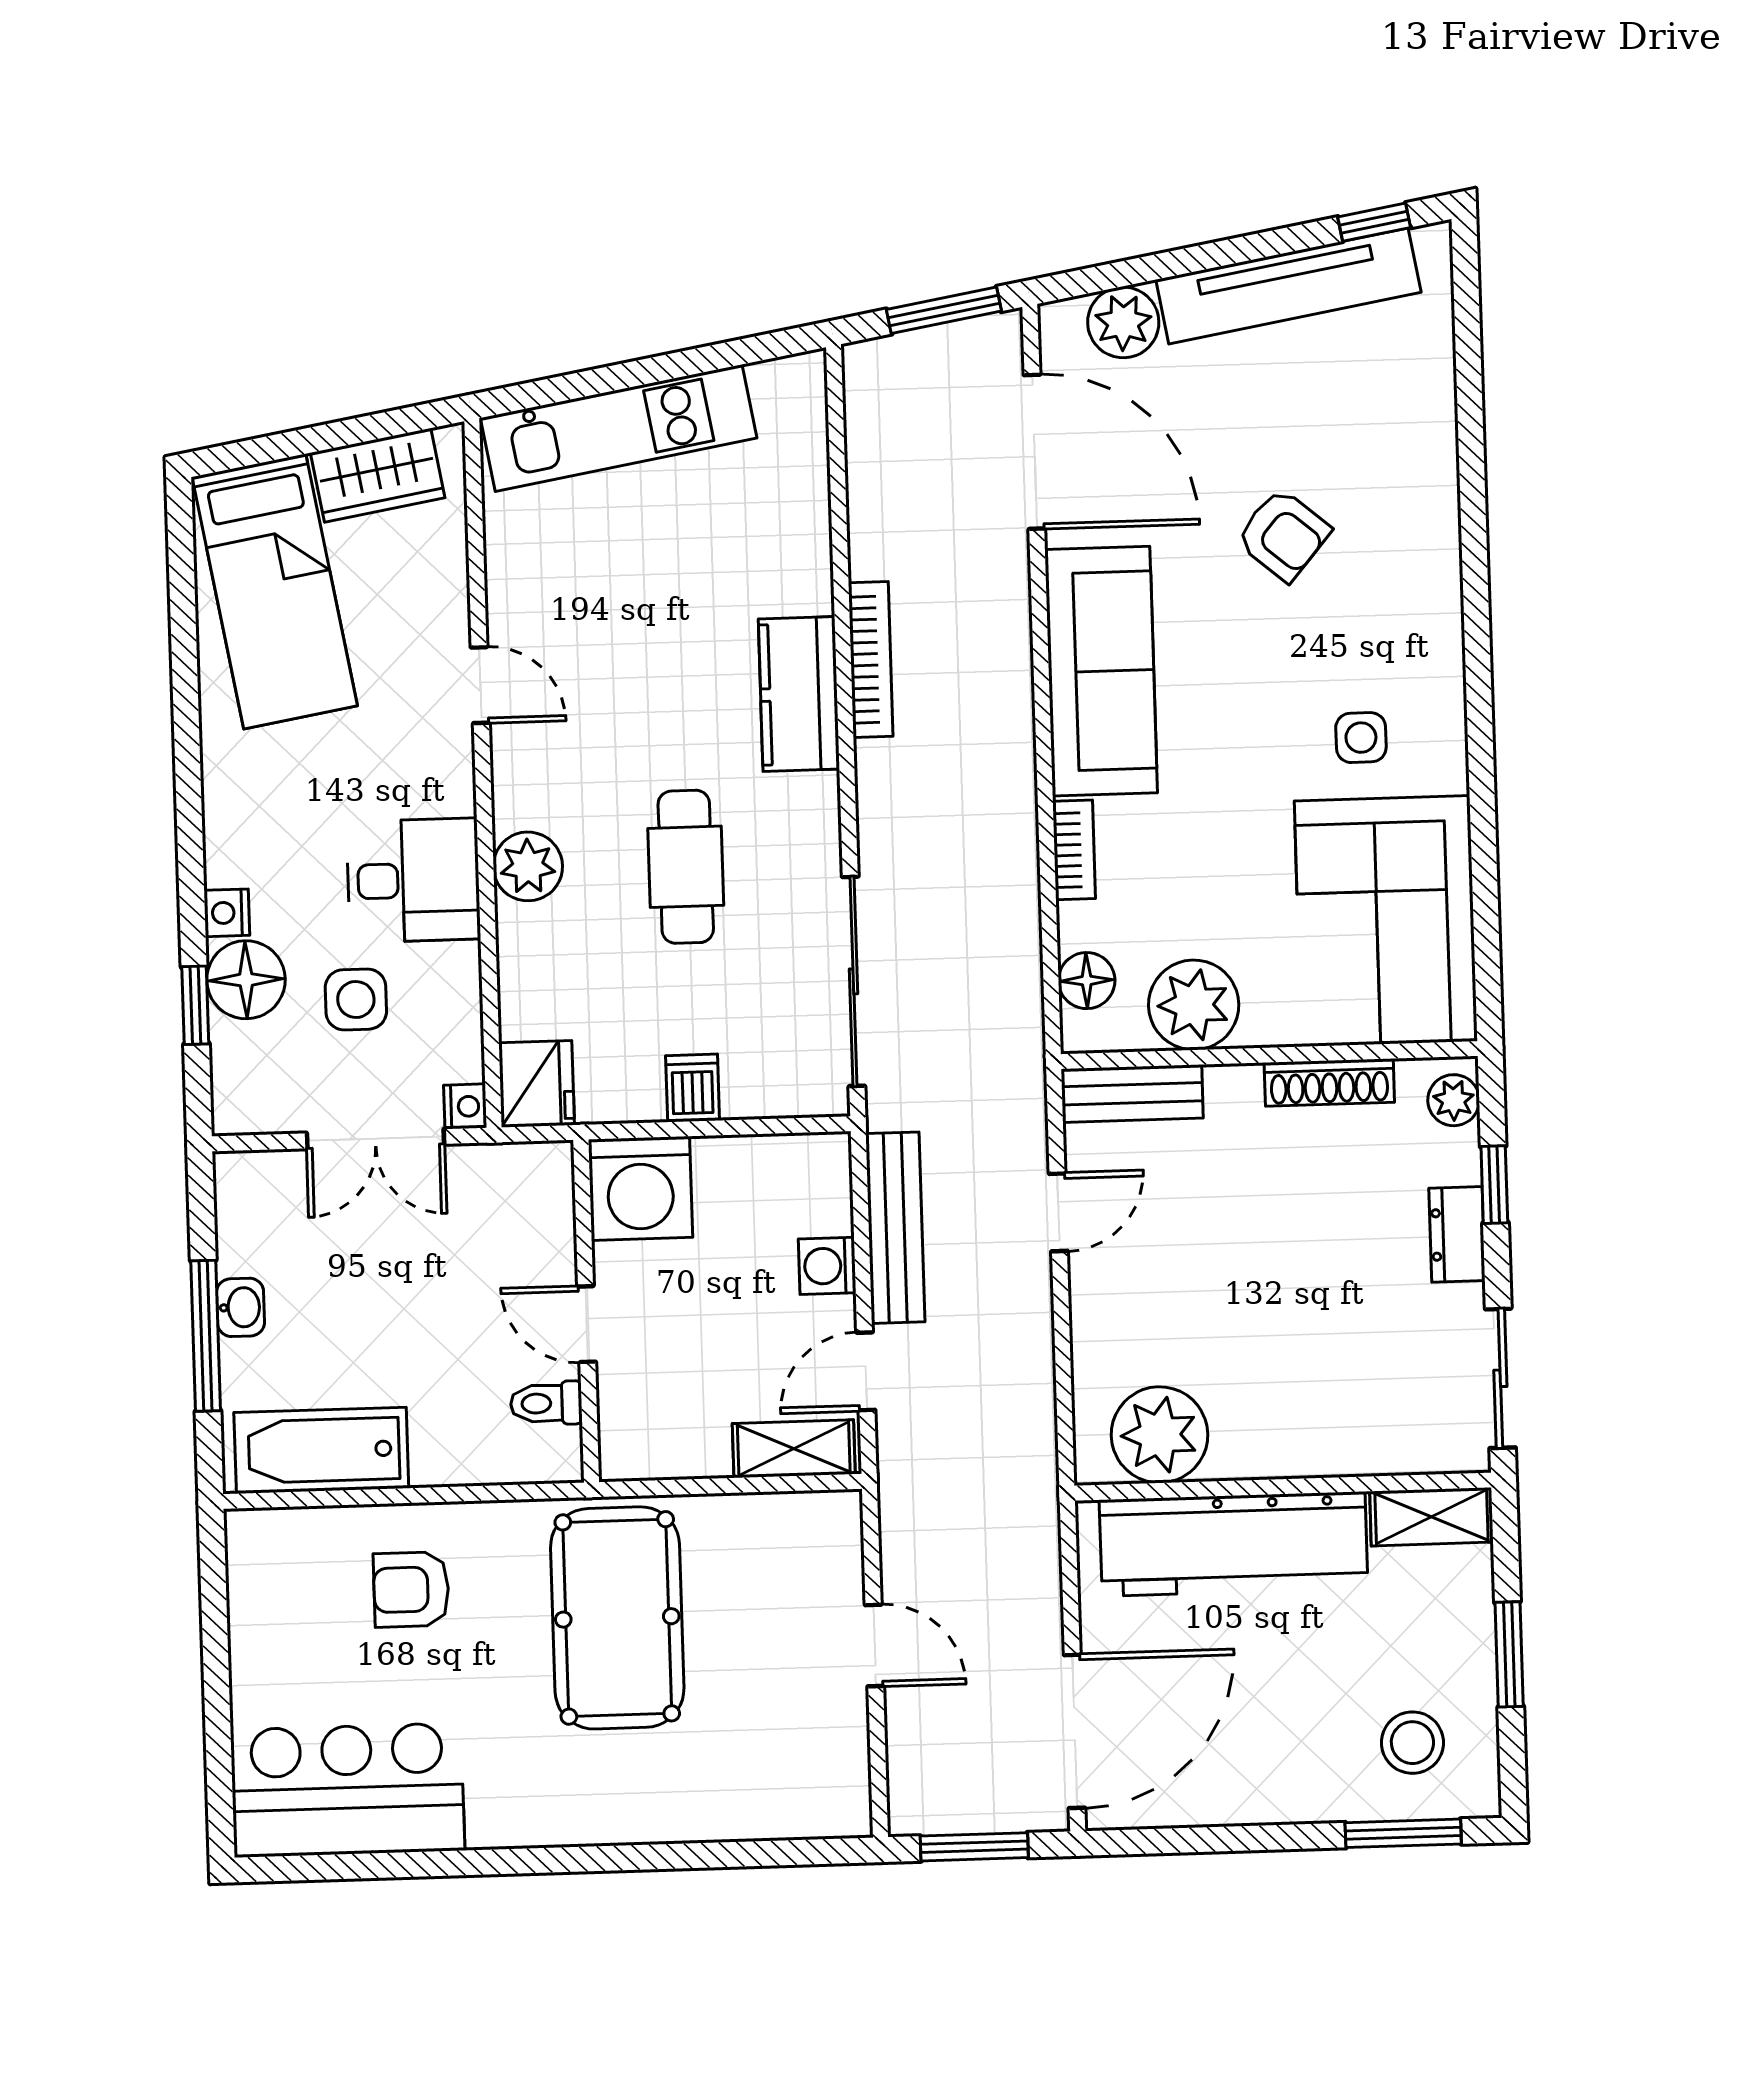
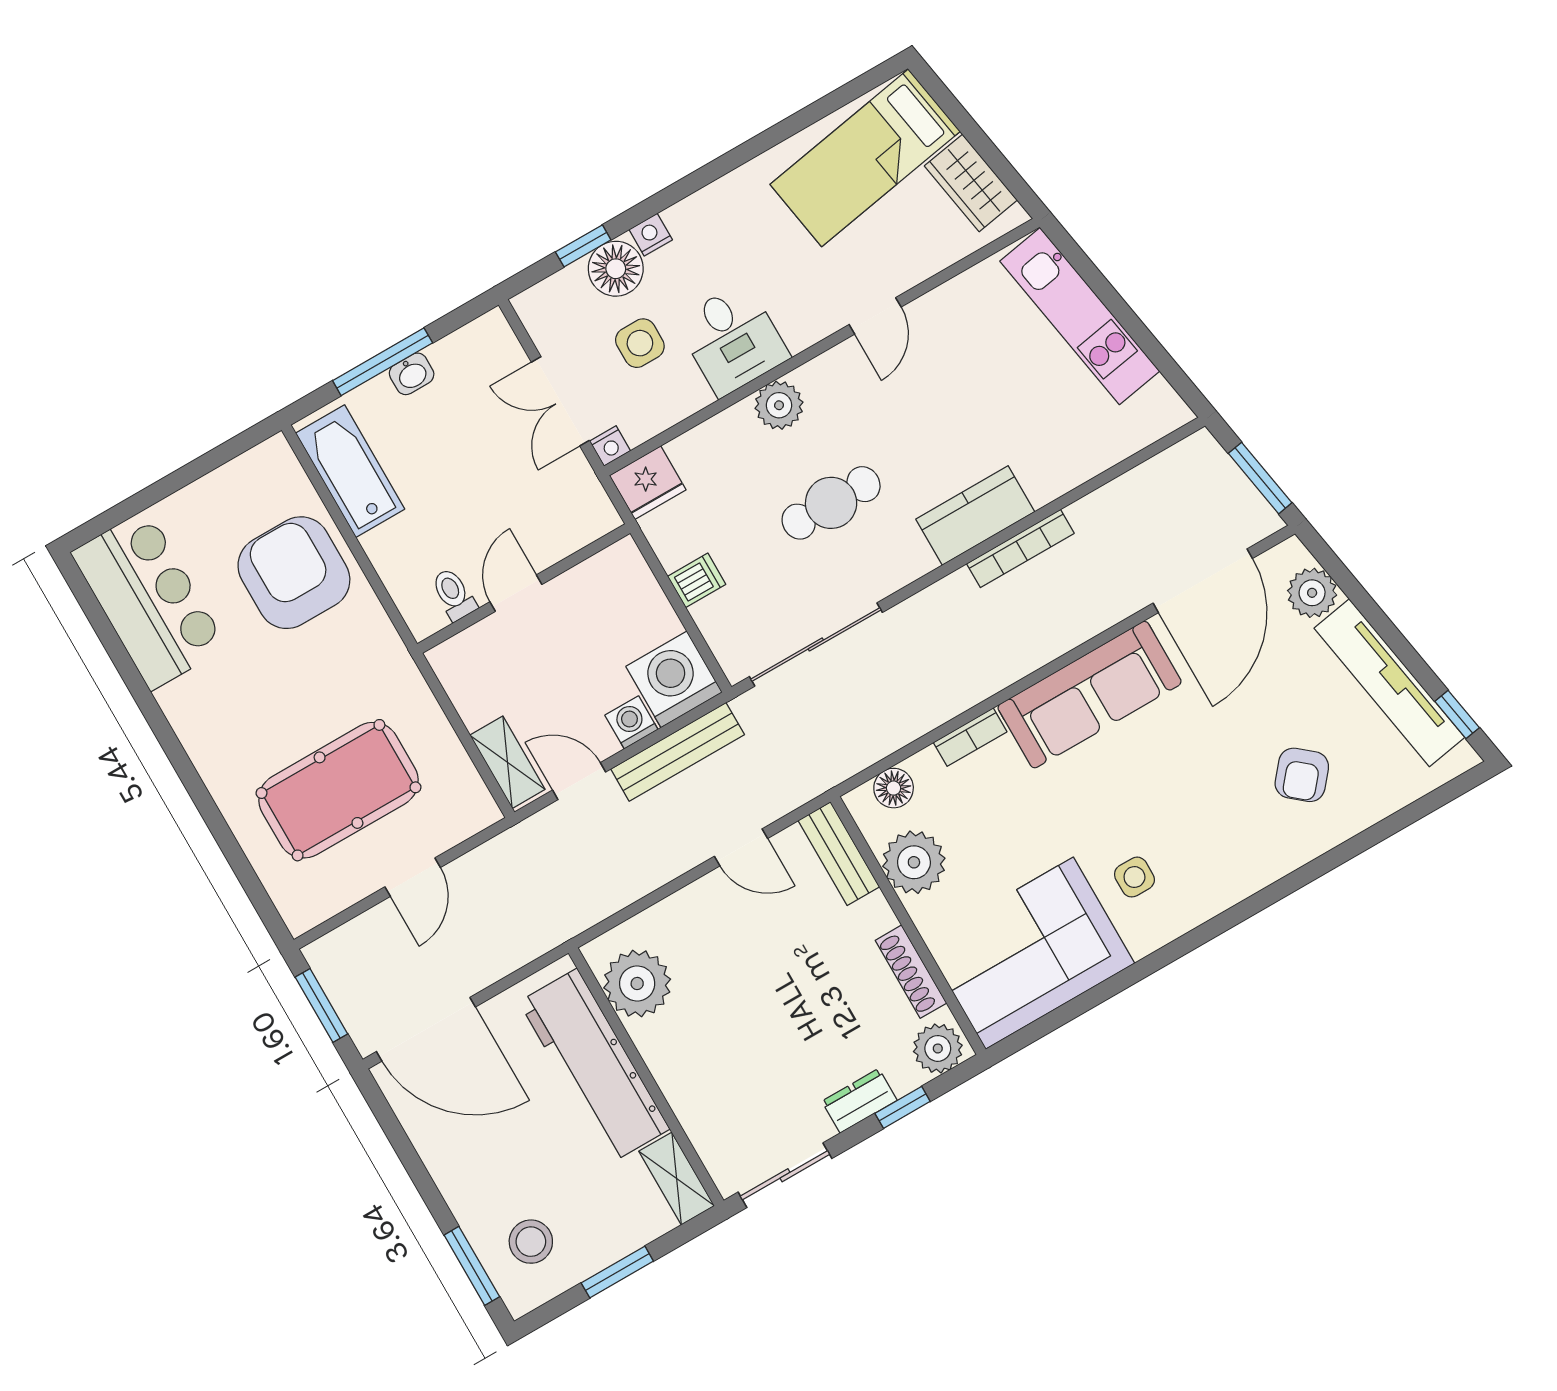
armchair: (1283, 535) -> (1302, 775), moved
plant: (1454, 1100) -> (938, 1048), width x1.38, depth x1.38
washing machine: (640, 1188) -> (674, 679), moved, turned 90
armchair: (411, 1589) -> (294, 573), width x1.88, depth x1.88
pool table: (617, 1618) -> (338, 790), moved

